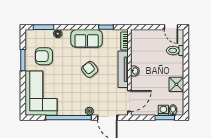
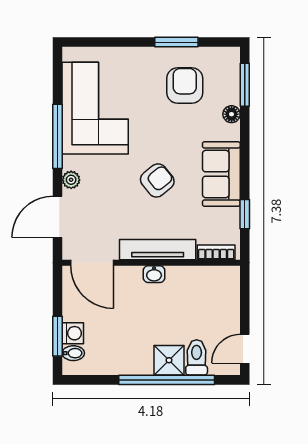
window: (186, 65) -> (167, 380), added
shower: (176, 84) -> (169, 360), moved
corner sofa: (41, 93) -> (95, 108), moved, turned -90
window: (68, 118) -> (58, 136), width x0.68

